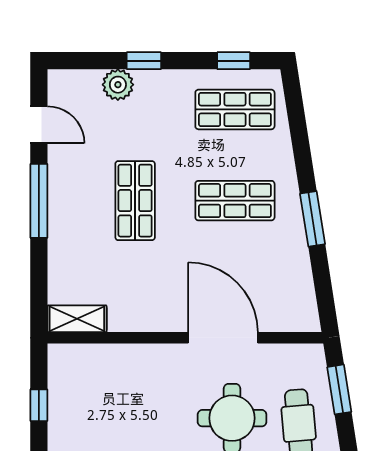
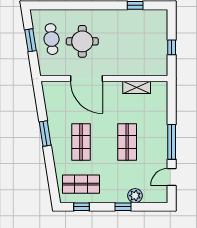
door: (39, 125) -> (172, 177), hinge flipped
shop shelf: (235, 201) -> (81, 142), turned 90
shelving: (77, 319) -> (137, 87), moved
window: (339, 389) -> (30, 40), moved

